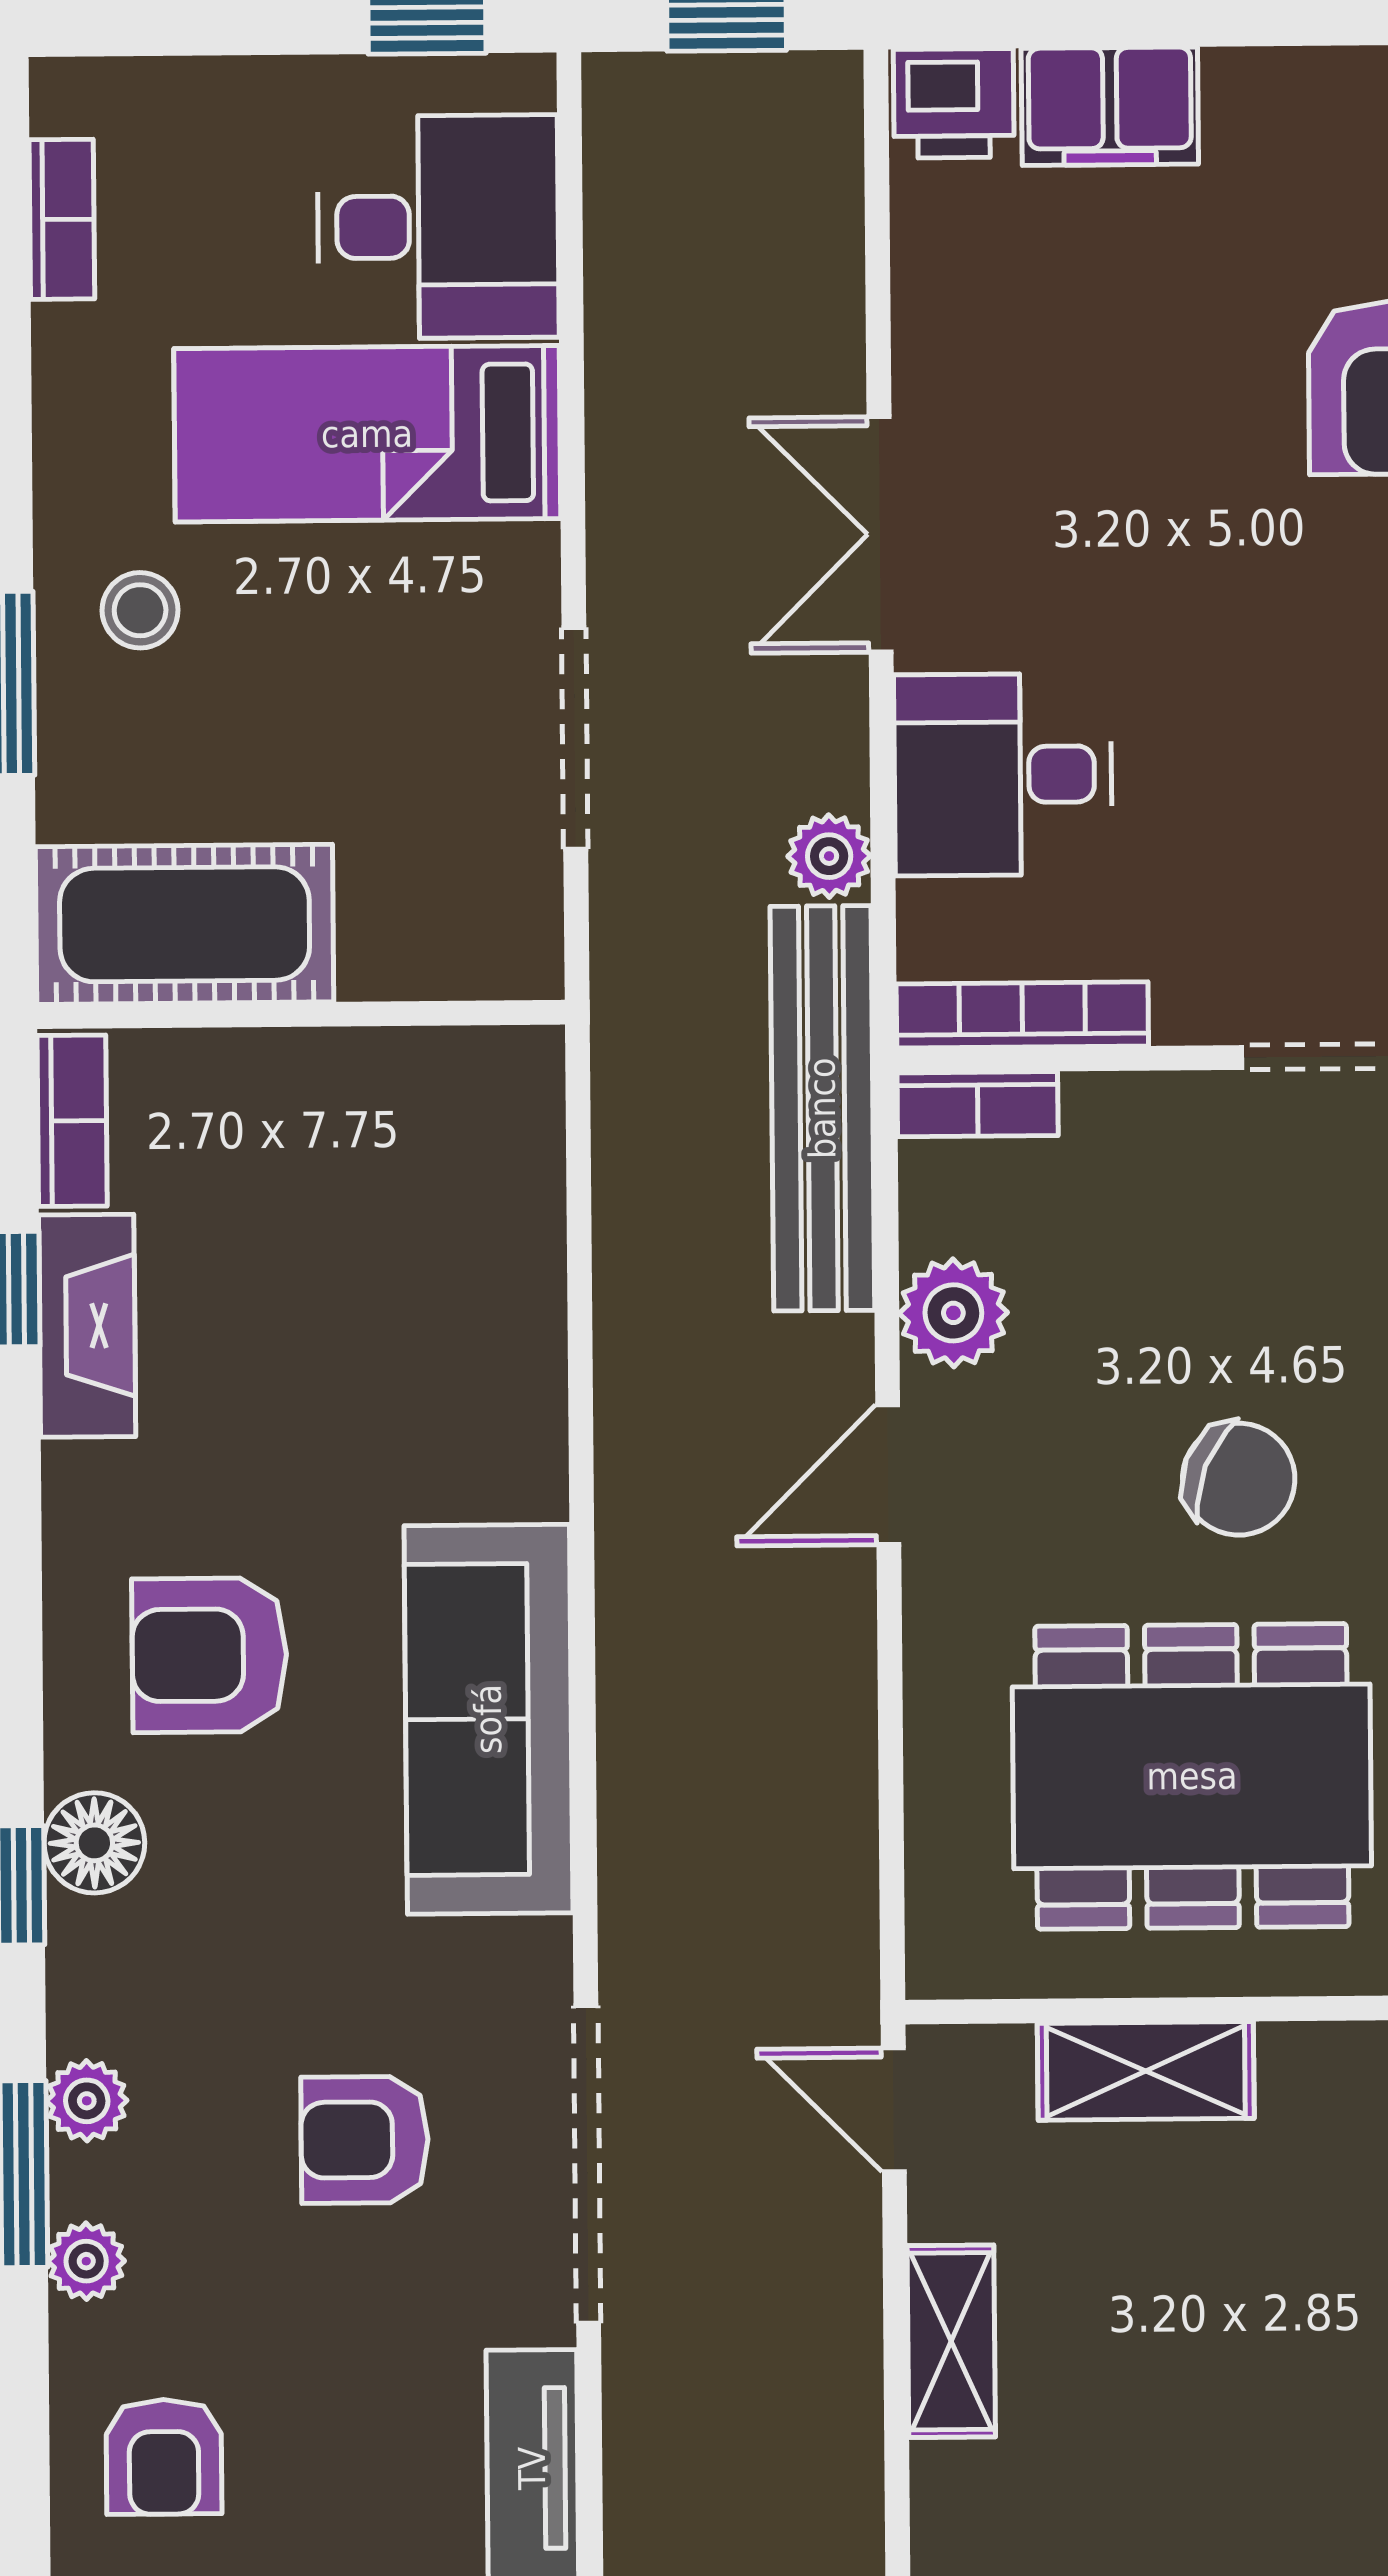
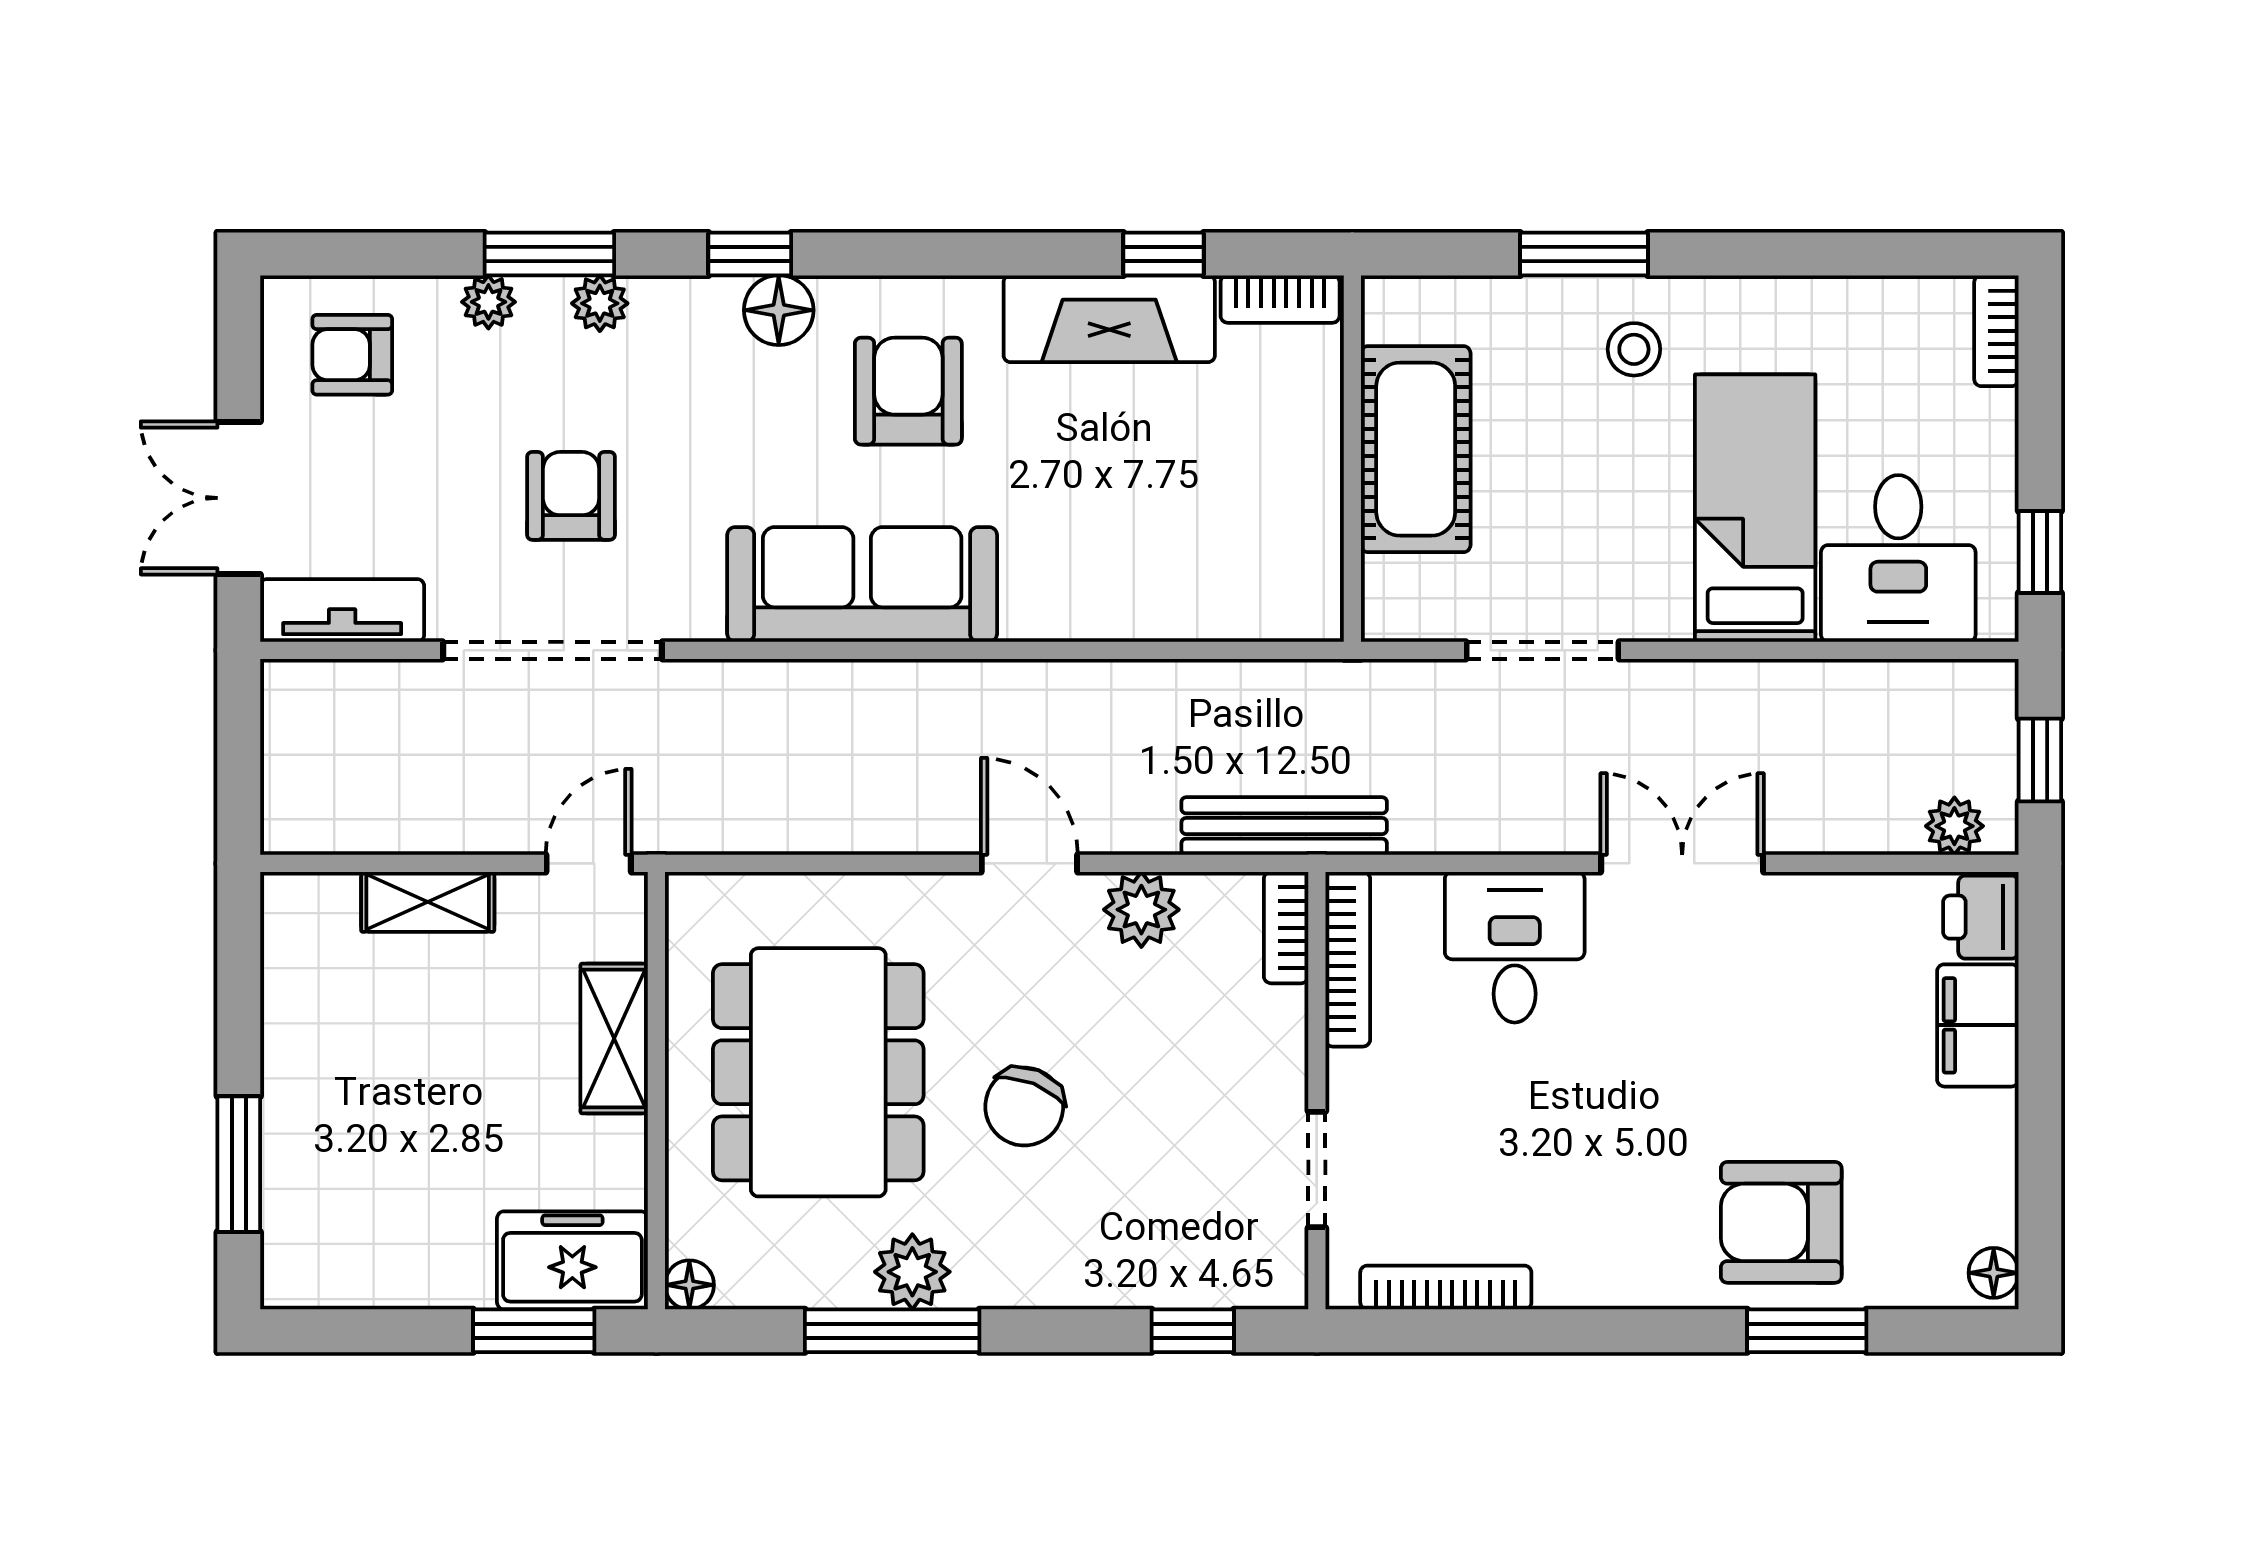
bookcase: (62, 219) -> (1996, 331), moved, turned 90
plant: (829, 856) -> (1954, 826), moved
cot: (185, 924) -> (1416, 449), moved
bench: (822, 1108) -> (1284, 826), width x0.73, depth x0.82
fireplace: (87, 1326) -> (1109, 319), width x1.37, depth x1.32

